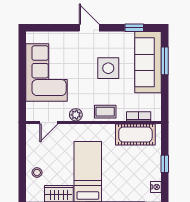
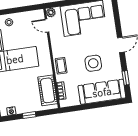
window: (165, 61) -> (105, 104), removed
plant: (76, 115) -> (51, 13), moved

